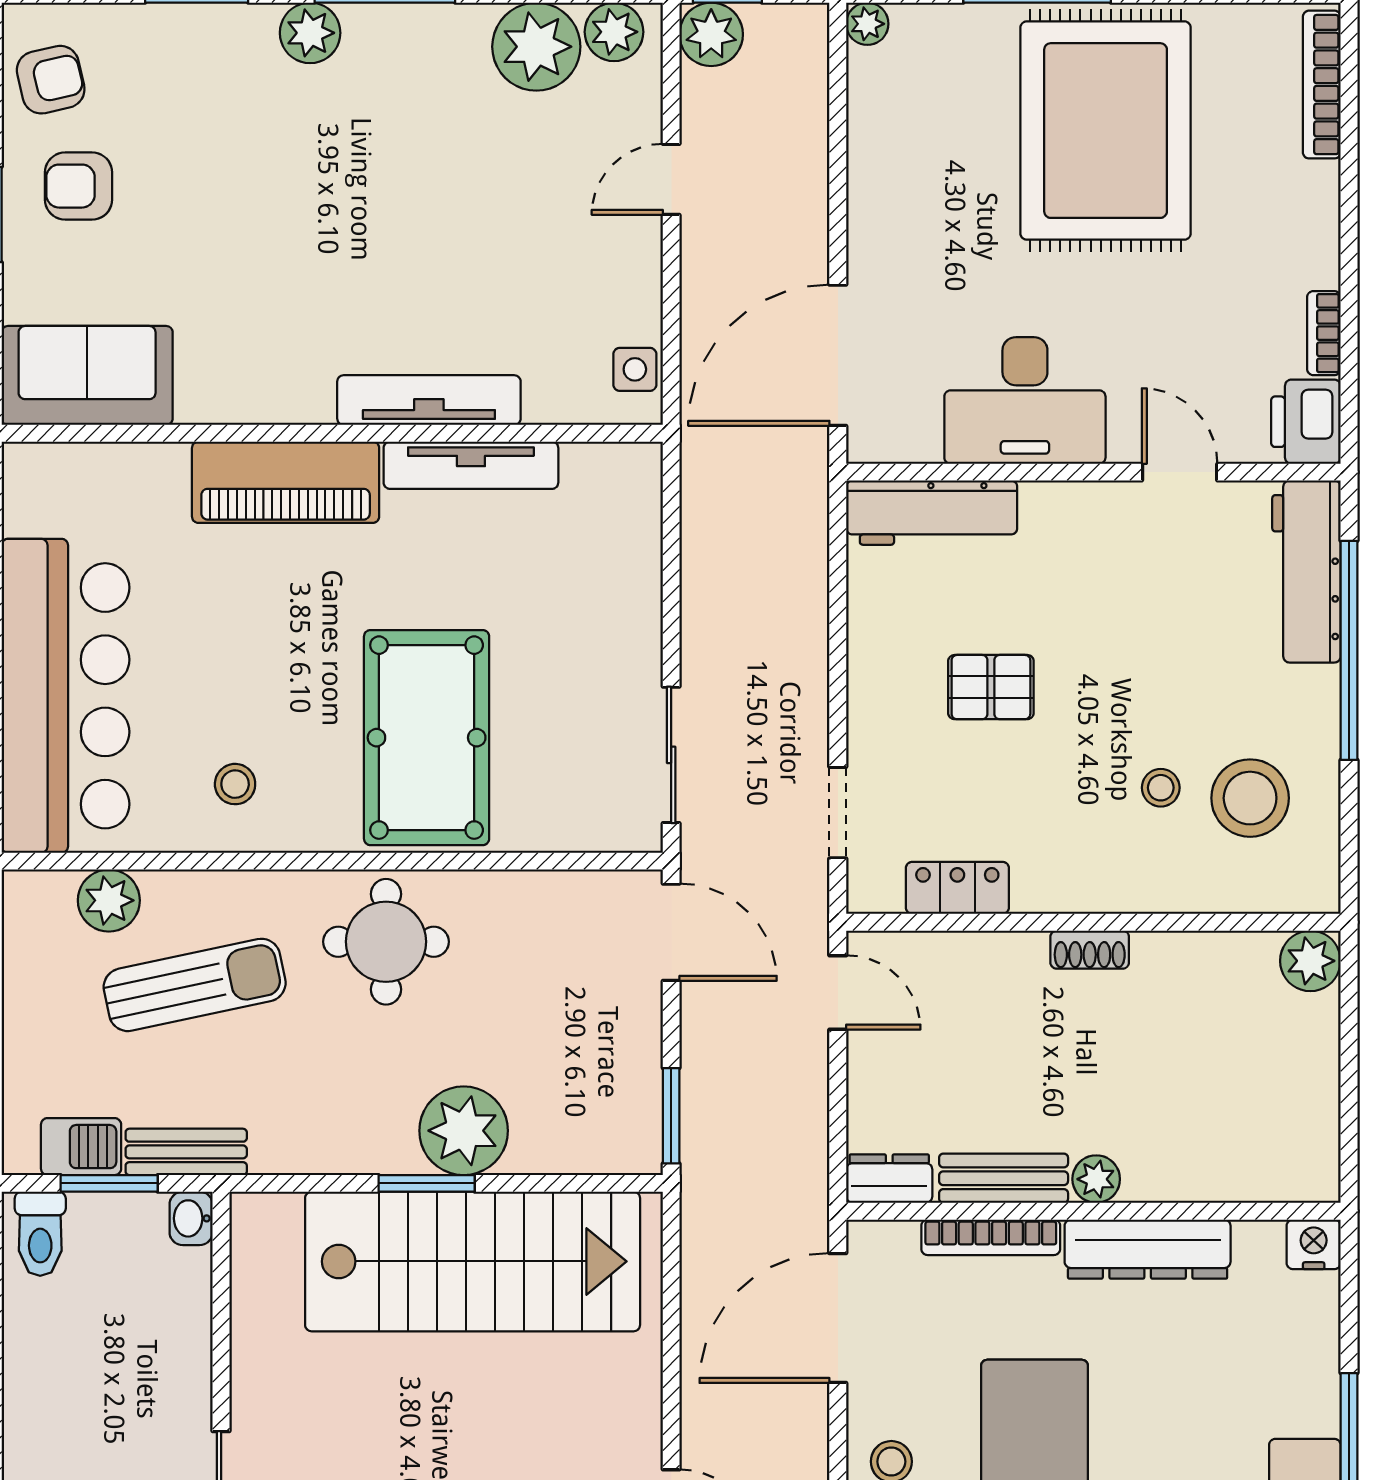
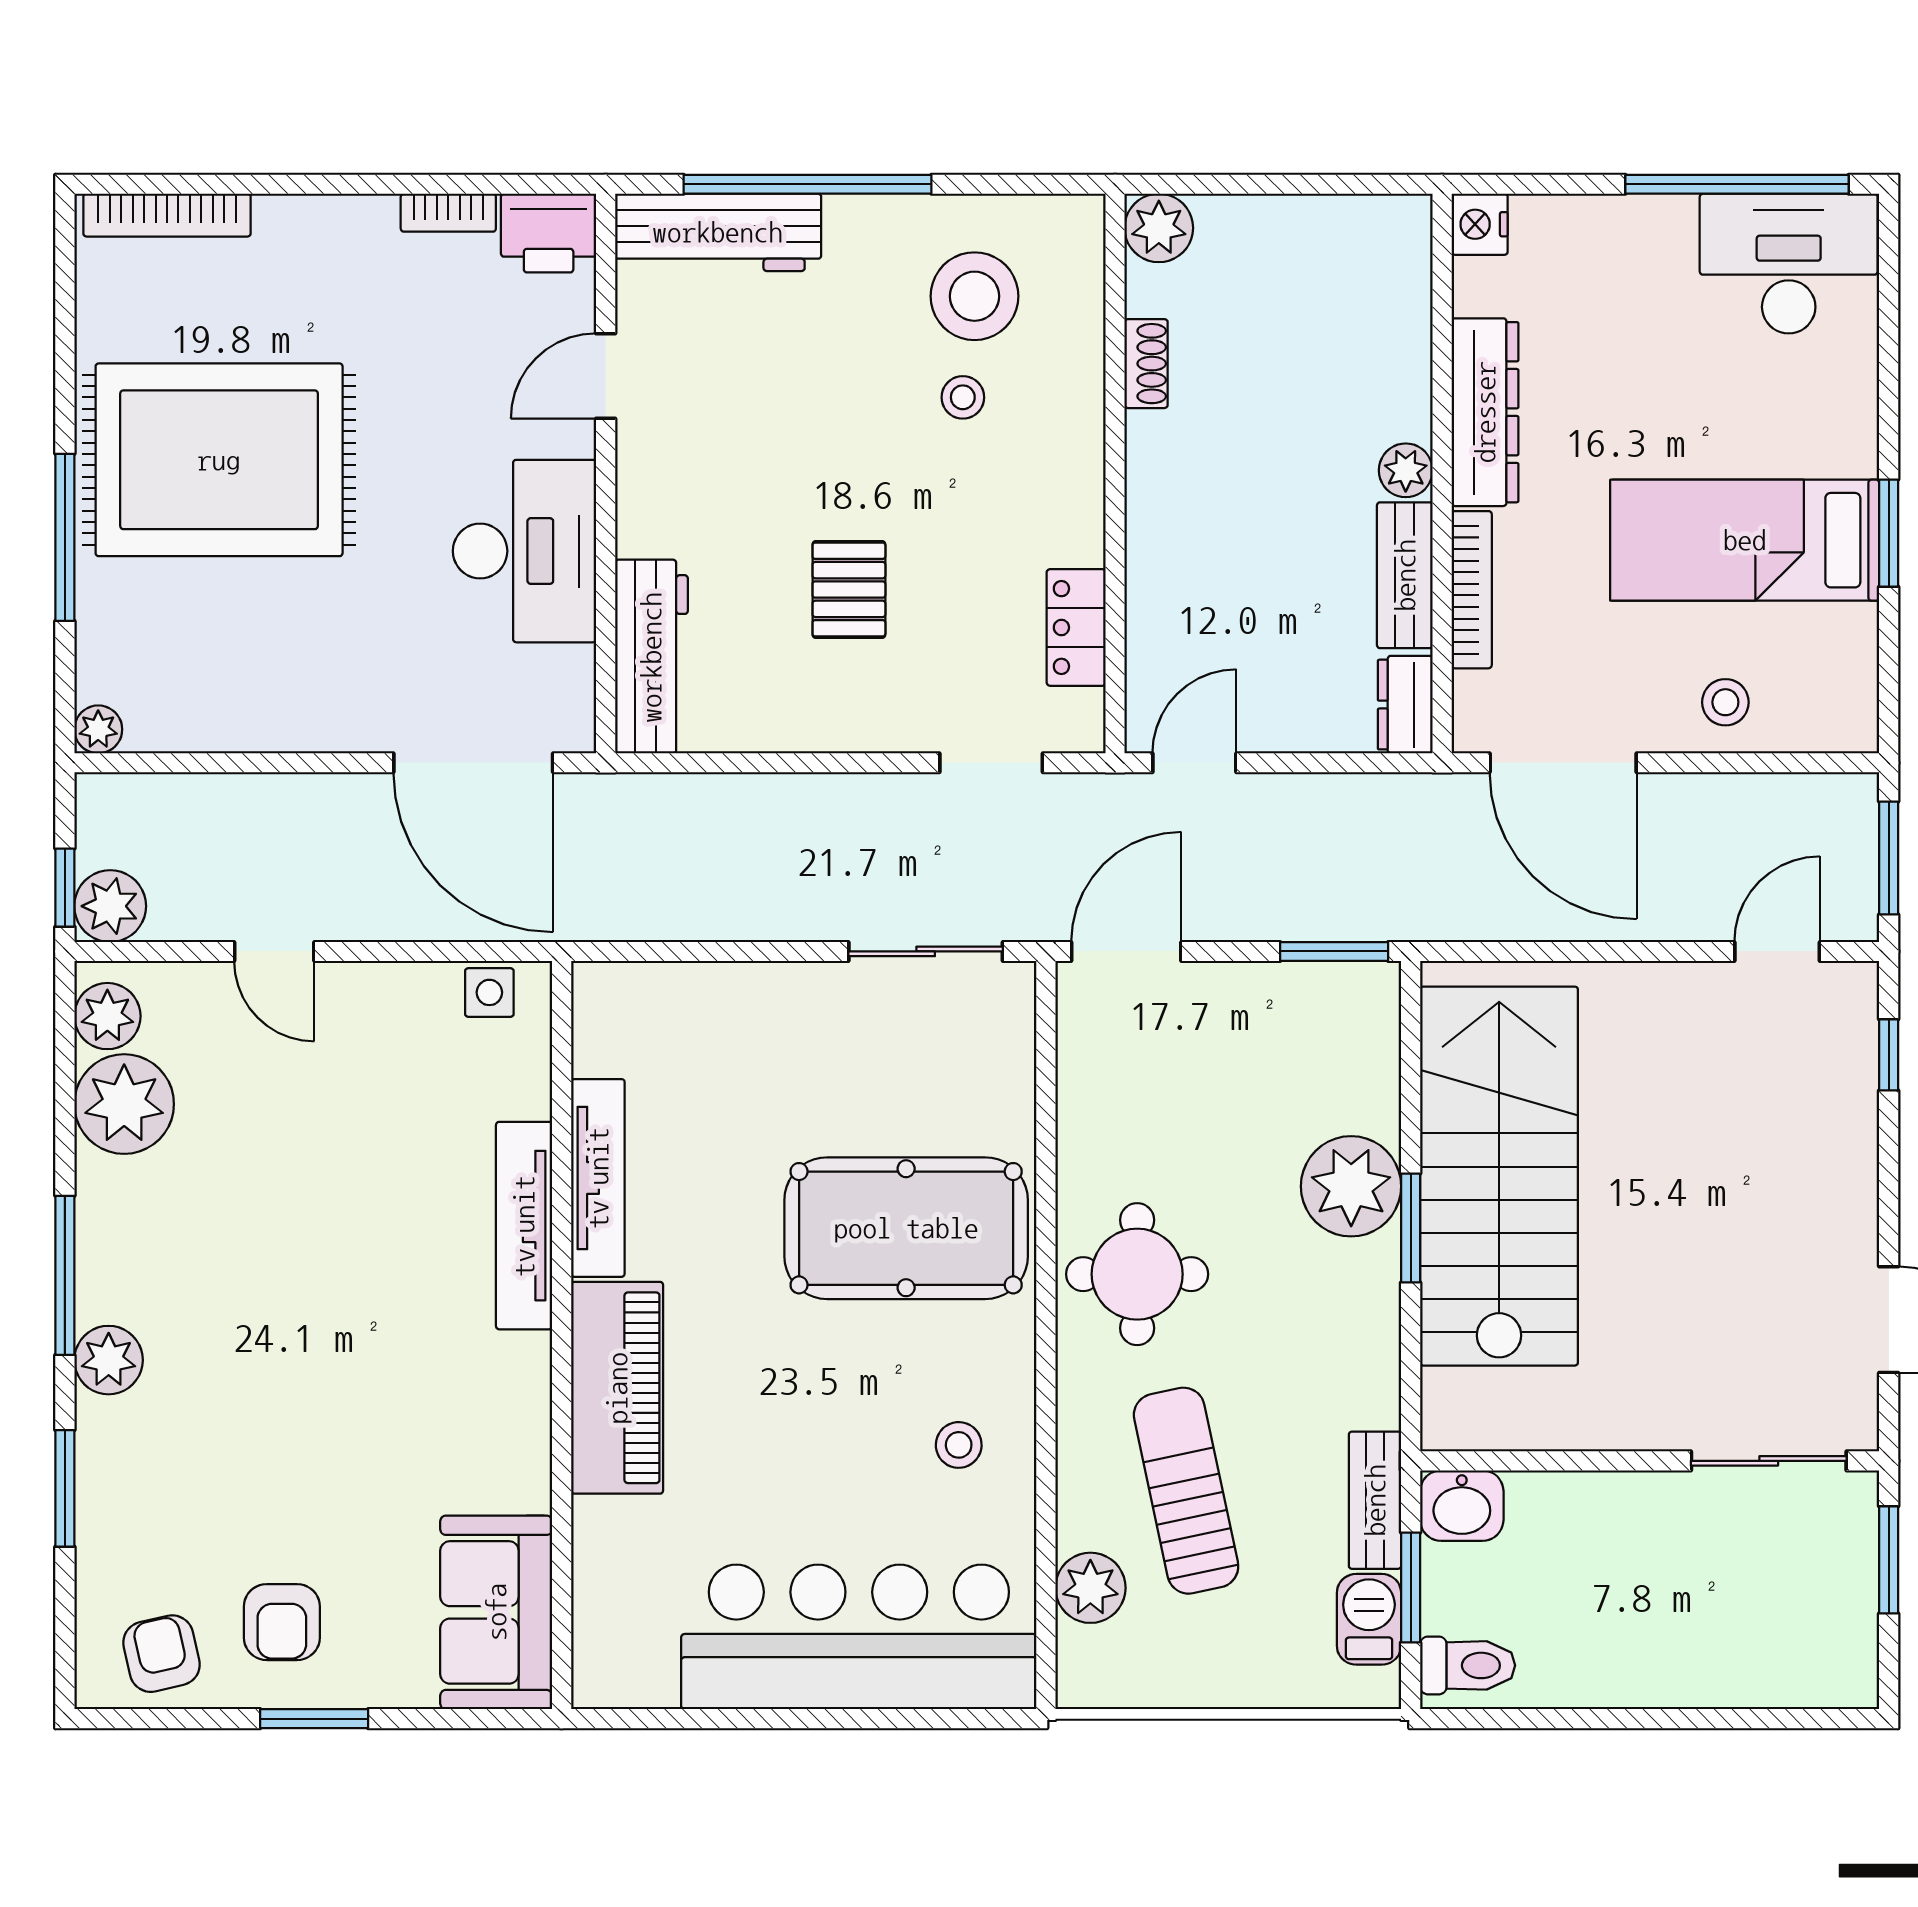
shoe rack: (1090, 950) -> (1146, 364), moved
washbasin: (191, 1218) -> (1462, 1506), width x1.38, depth x1.45

